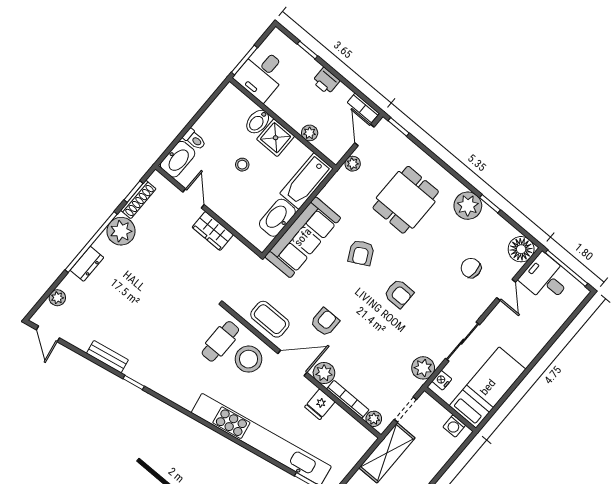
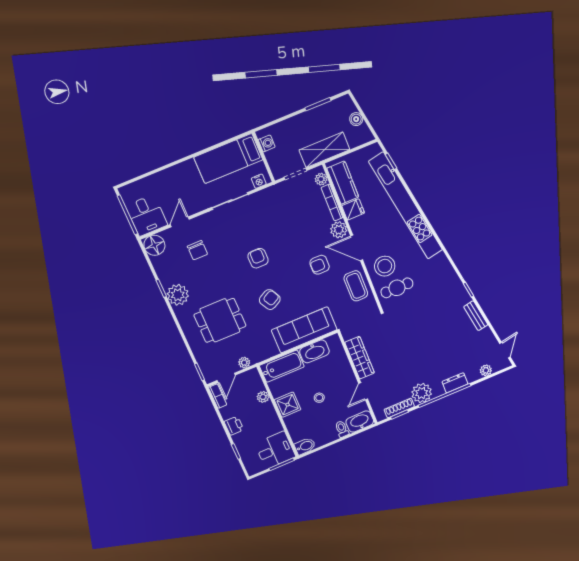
bidet: (258, 122) -> (305, 446), moved
wardrobe: (213, 231) -> (360, 358), width x1.50
plant: (423, 368) -> (268, 197), removed
kitchen counter: (347, 428) -> (343, 183), added

